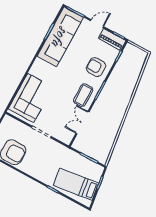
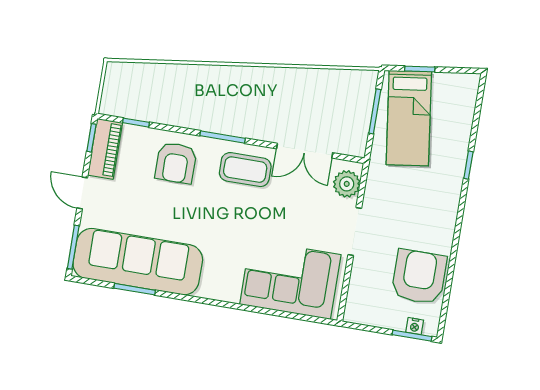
plant: (62, 135) -> (347, 184), added
bed: (76, 184) -> (409, 118), moved

